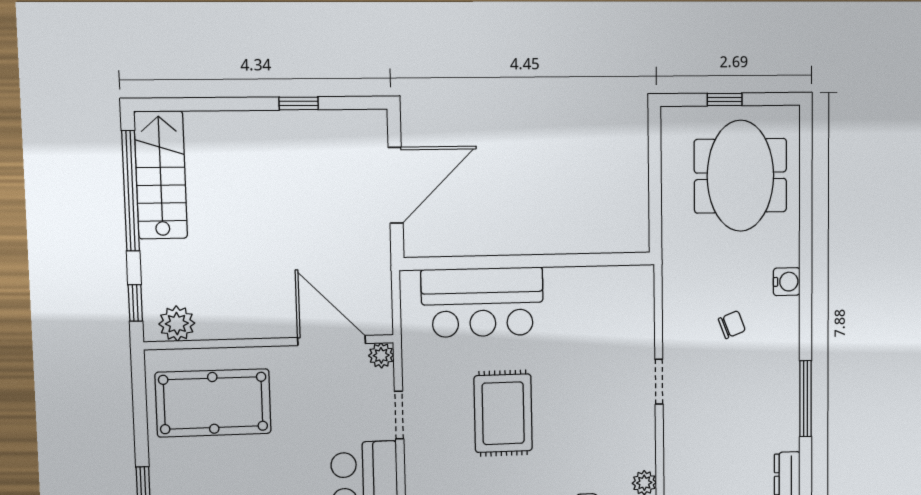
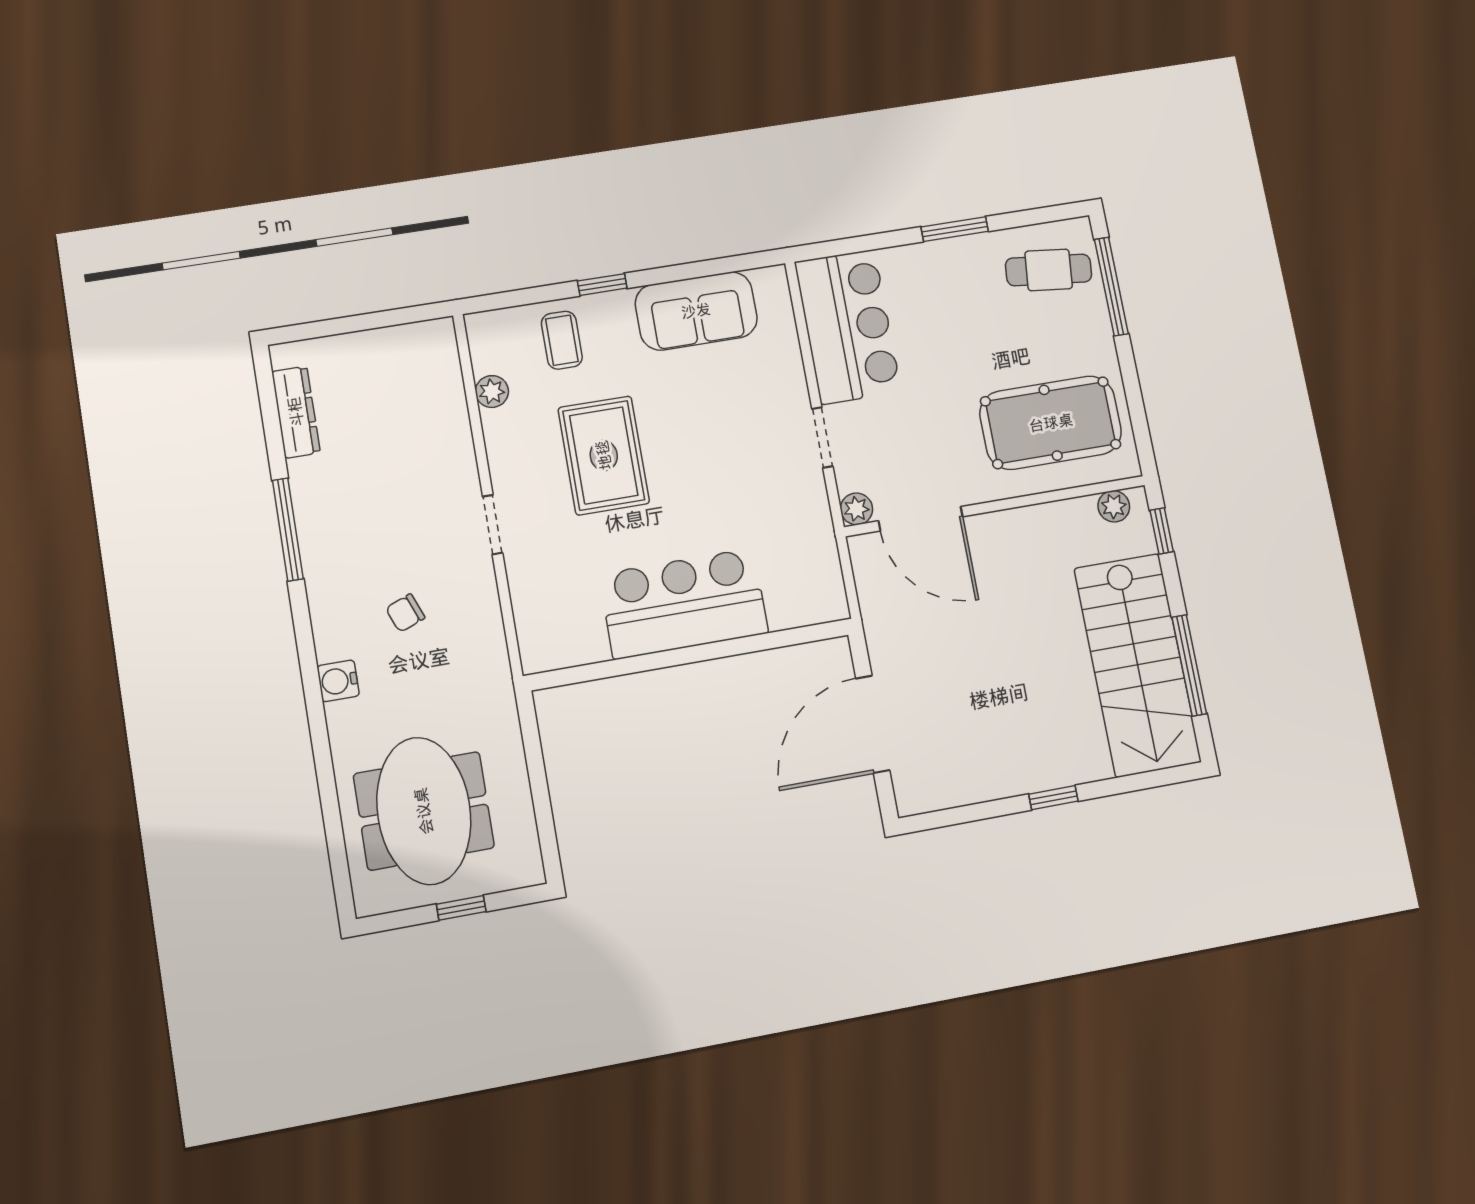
window: (299, 103) -> (1053, 798), moved
stairs: (161, 175) -> (1137, 665), width x1.36, depth x1.51
window: (131, 191) -> (1189, 665), width x0.68
bar counter: (482, 302) -> (684, 604), moved
plant: (177, 324) -> (1114, 506), width x0.73, depth x0.73
rug: (503, 413) -> (604, 455), moved

